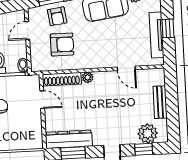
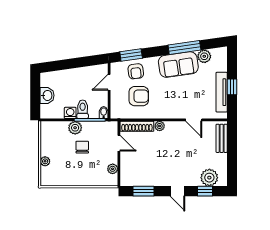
bench: (160, 102) -> (222, 138), moved
plant: (36, 129) -> (113, 169), added
dresser: (69, 139) -> (140, 179), removed

